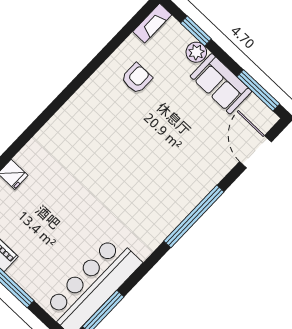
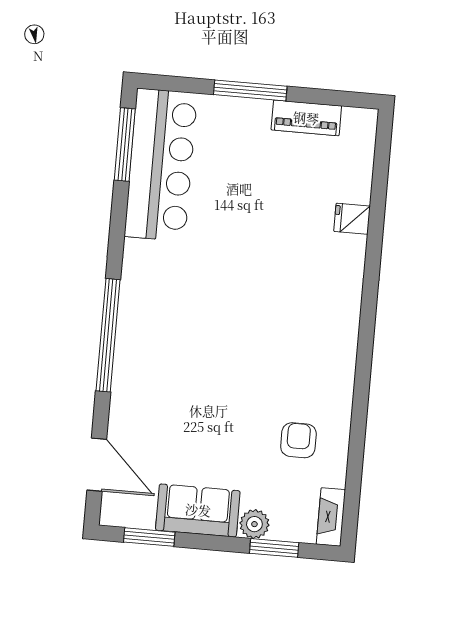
armchair: (137, 78) -> (298, 440), turned 180
window: (258, 90) -> (149, 537), width x0.69

